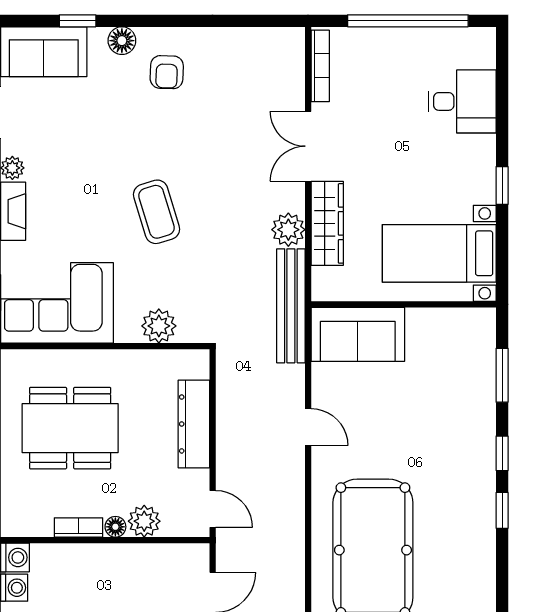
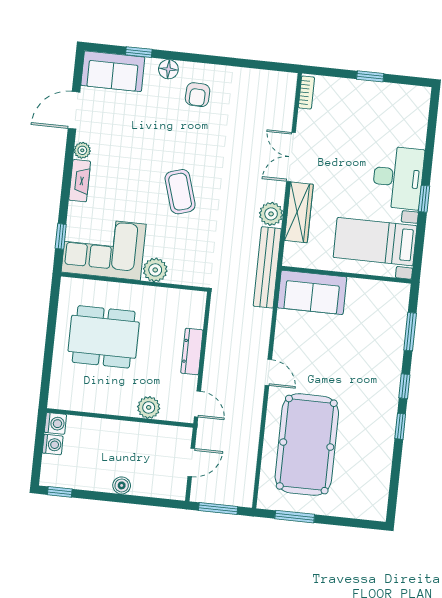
window: (408, 21) -> (370, 76), width x0.32
bookcase: (320, 66) -> (306, 92), width x0.64
desk: (462, 101) -> (398, 178), moved, width x1.37
plant: (159, 326) -> (155, 270), moved
dresser: (194, 424) -> (192, 352), width x0.73, depth x0.80
door: (308, 427) -> (268, 372), moved
bookcase: (78, 527) -> (102, 407), removed
floor lamp: (115, 527) -> (128, 409), removed

